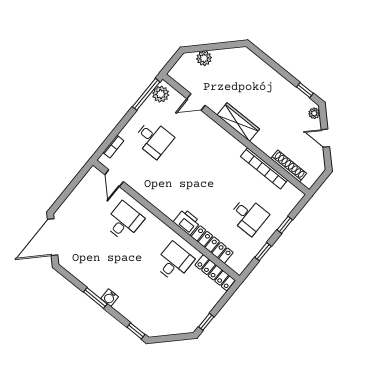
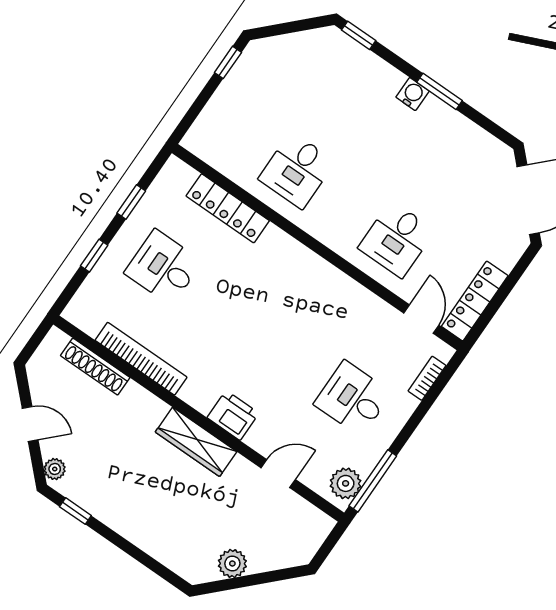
plant: (204, 58) -> (232, 563), moved
printer: (187, 222) -> (233, 415), moved, turned 180
locker: (215, 273) -> (475, 301), moved, turned -90

